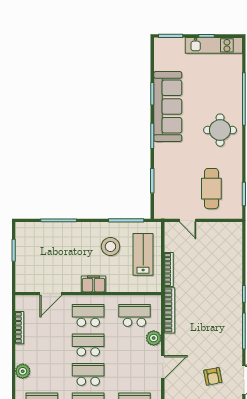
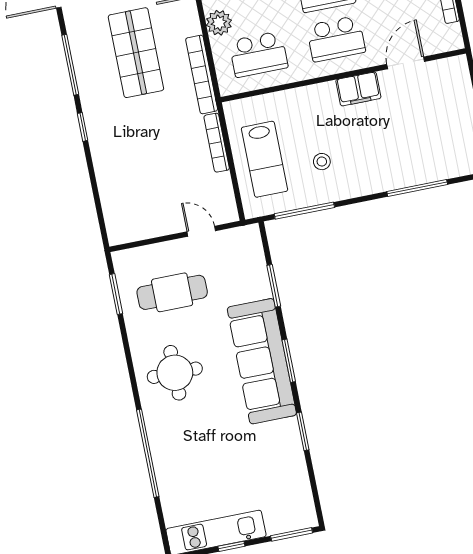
sofa: (168, 106) -> (262, 361), moved
round table: (220, 130) -> (175, 373), moved
cafe table: (211, 189) -> (172, 292), turned 90
stool: (110, 247) -> (322, 162), width x0.53, depth x0.53
filing cabinet: (93, 284) -> (358, 89), moved
shop shelf: (205, 330) -> (136, 53), added

